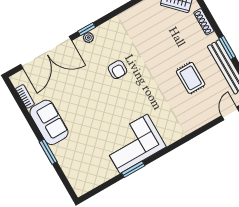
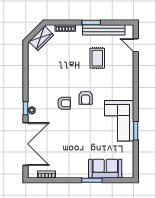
rug: (191, 78) -> (97, 58), turned 90
armchair: (138, 91) -> (86, 98), added
sofa: (49, 122) -> (105, 169), moved

